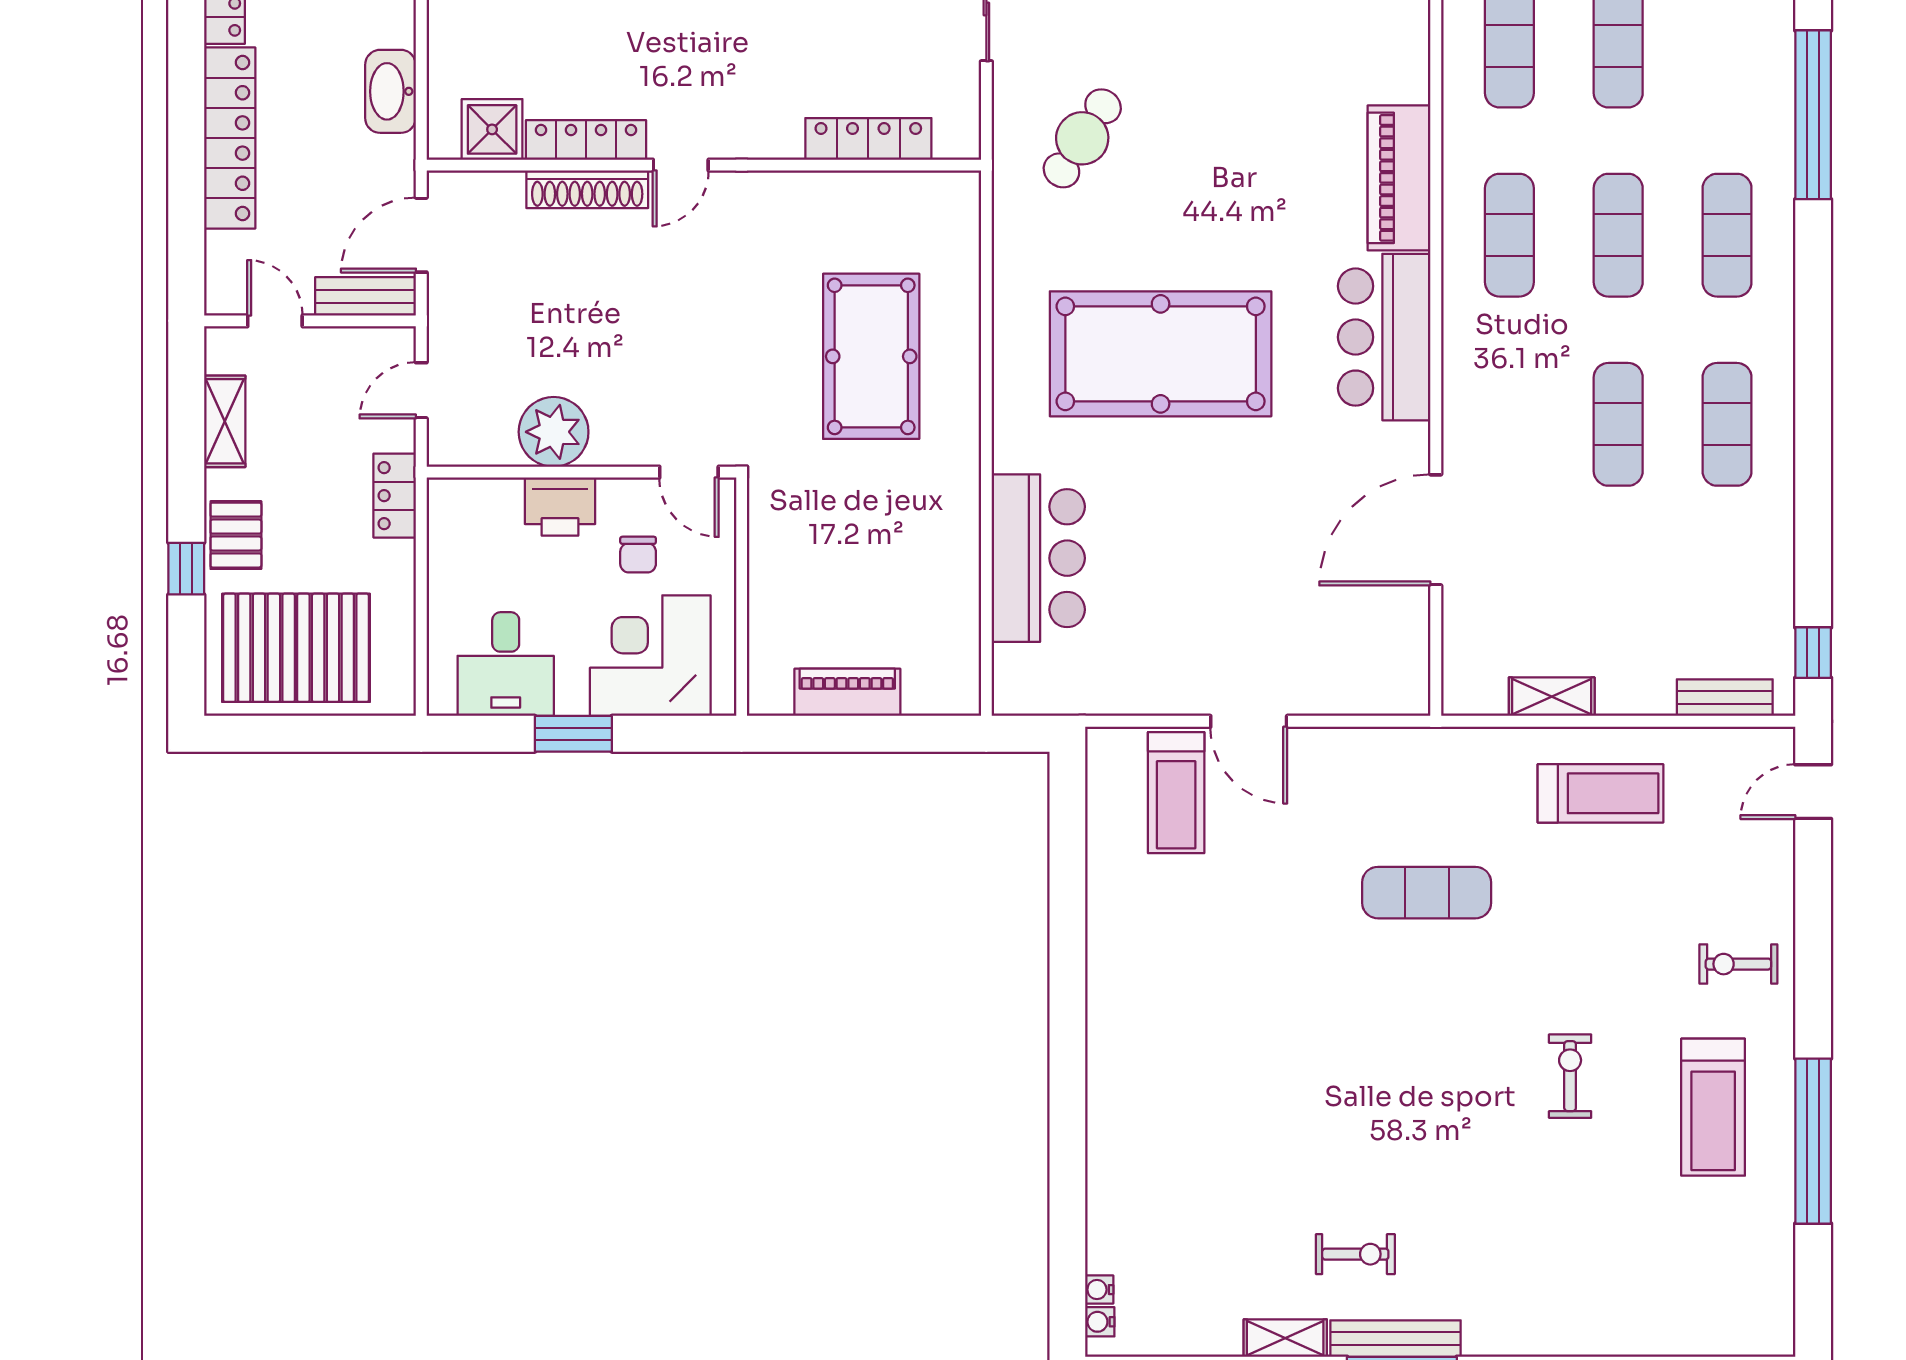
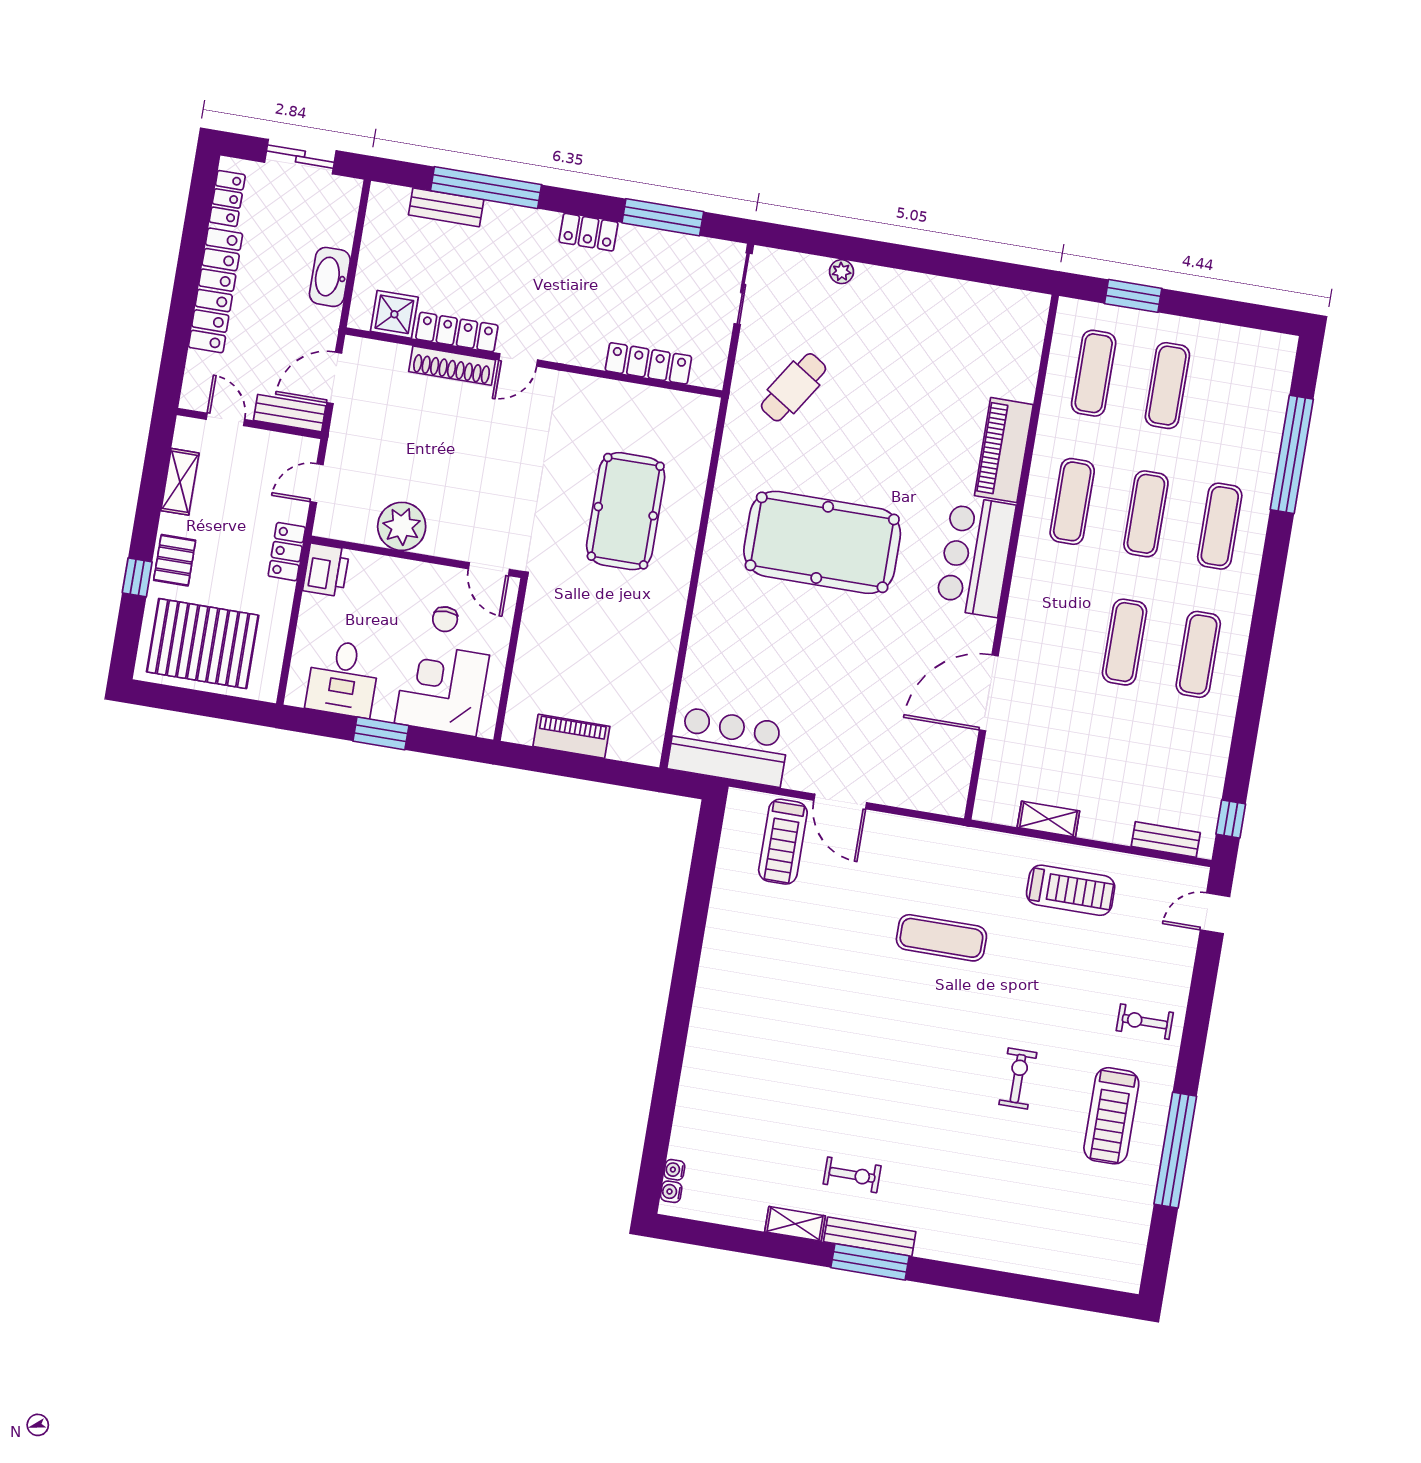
printer: (560, 507) -> (326, 570), moved, turned -90
bar counter: (1038, 558) -> (729, 747), moved, turned -90

